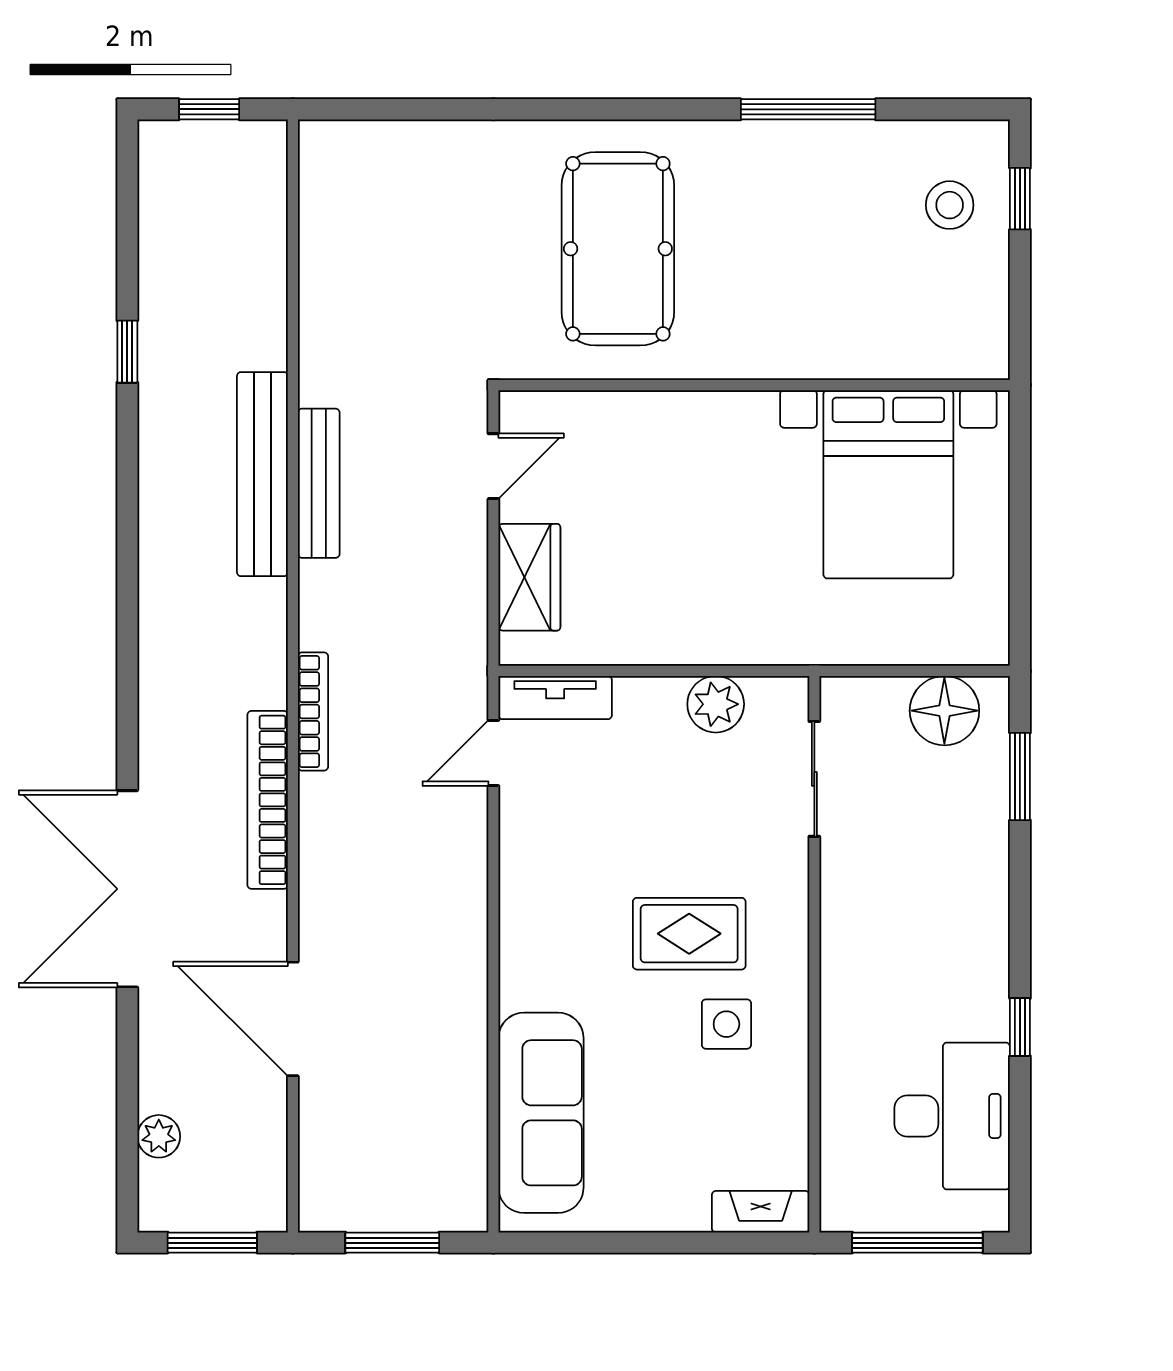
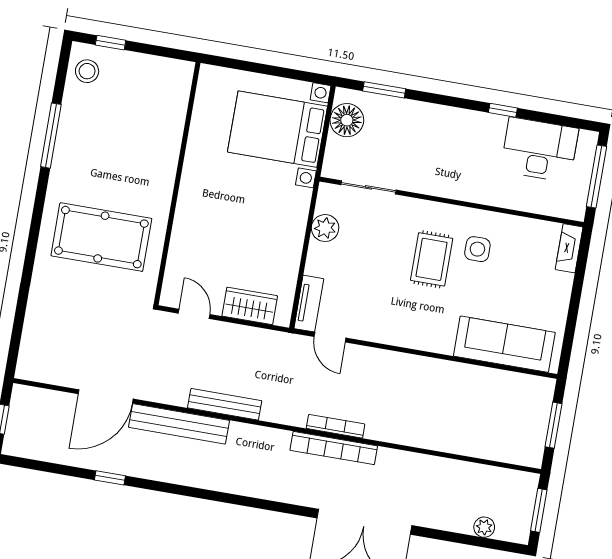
stool: (950, 205) -> (87, 71), moved
bench: (319, 483) -> (225, 404), moved
bed with nightstands: (888, 484) -> (278, 129), moved, turned 180
bookcase: (313, 712) -> (336, 426), moved
door: (293, 1019) -> (106, 396), moved

